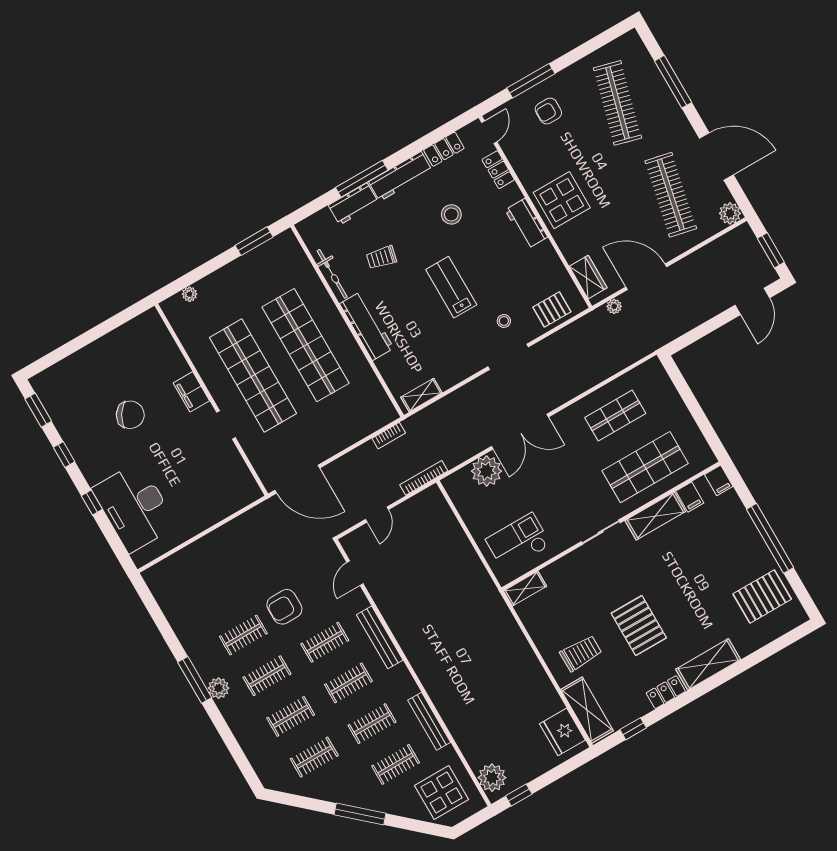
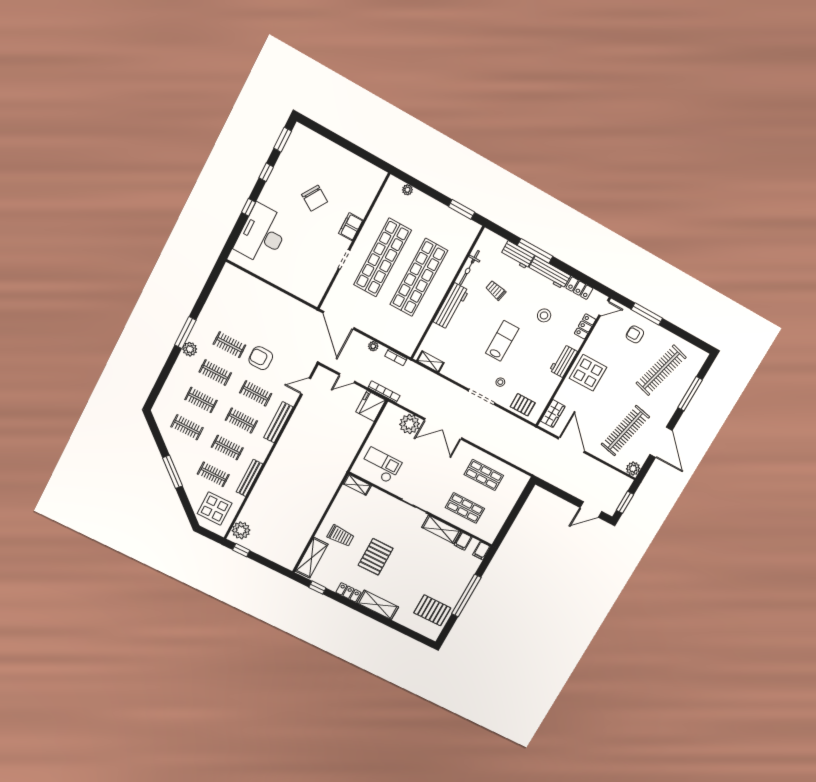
plant: (614, 306) -> (373, 346), moved
shop shelf: (645, 467) -> (465, 508), width x0.70, depth x0.74
fridge: (562, 732) -> (371, 406), moved

